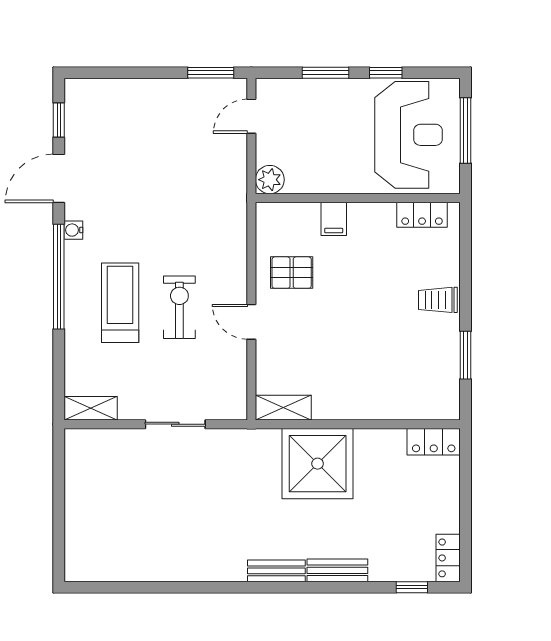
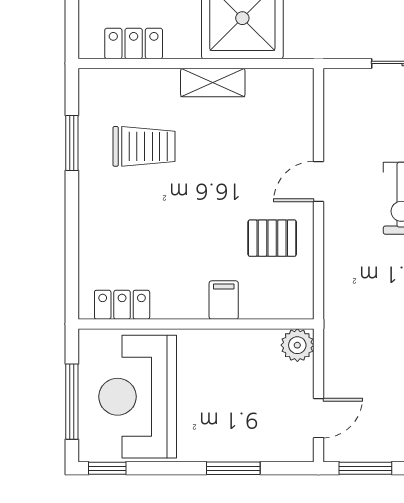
window: (386, 73) -> (107, 468), moved
trolley: (438, 300) -> (144, 146), moved, width x1.36, depth x1.39
door: (251, 322) -> (318, 181), swing flipped
shelving: (283, 408) -> (213, 83), moved
locker: (434, 442) -> (134, 43), moved

